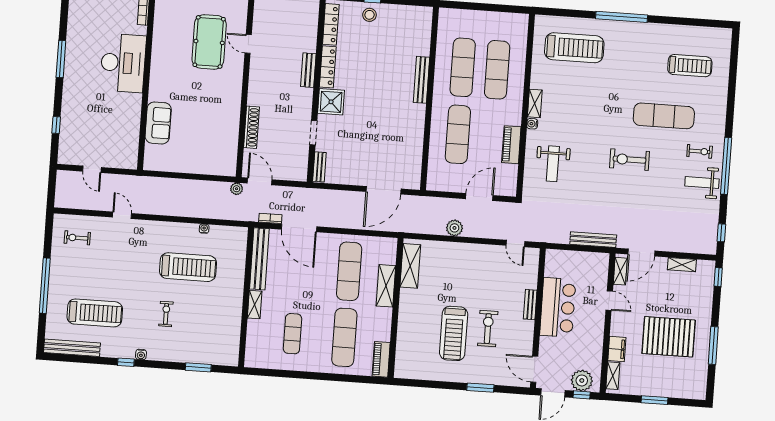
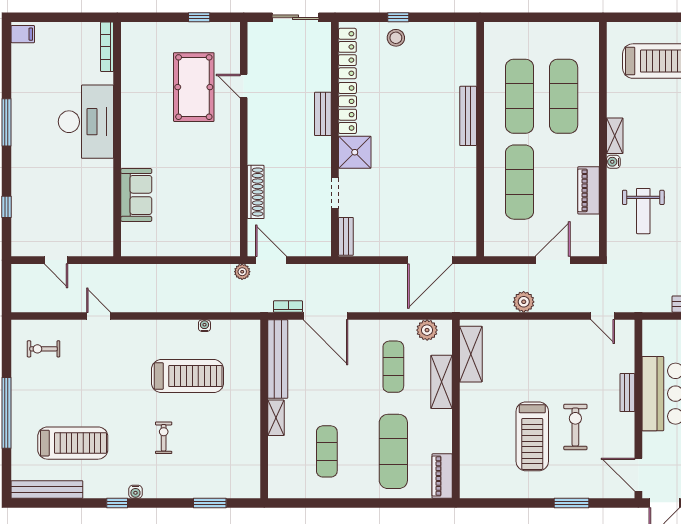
plant: (377, 245) -> (427, 330), added
exercise mat: (349, 271) -> (393, 367), width x0.73, depth x0.69

